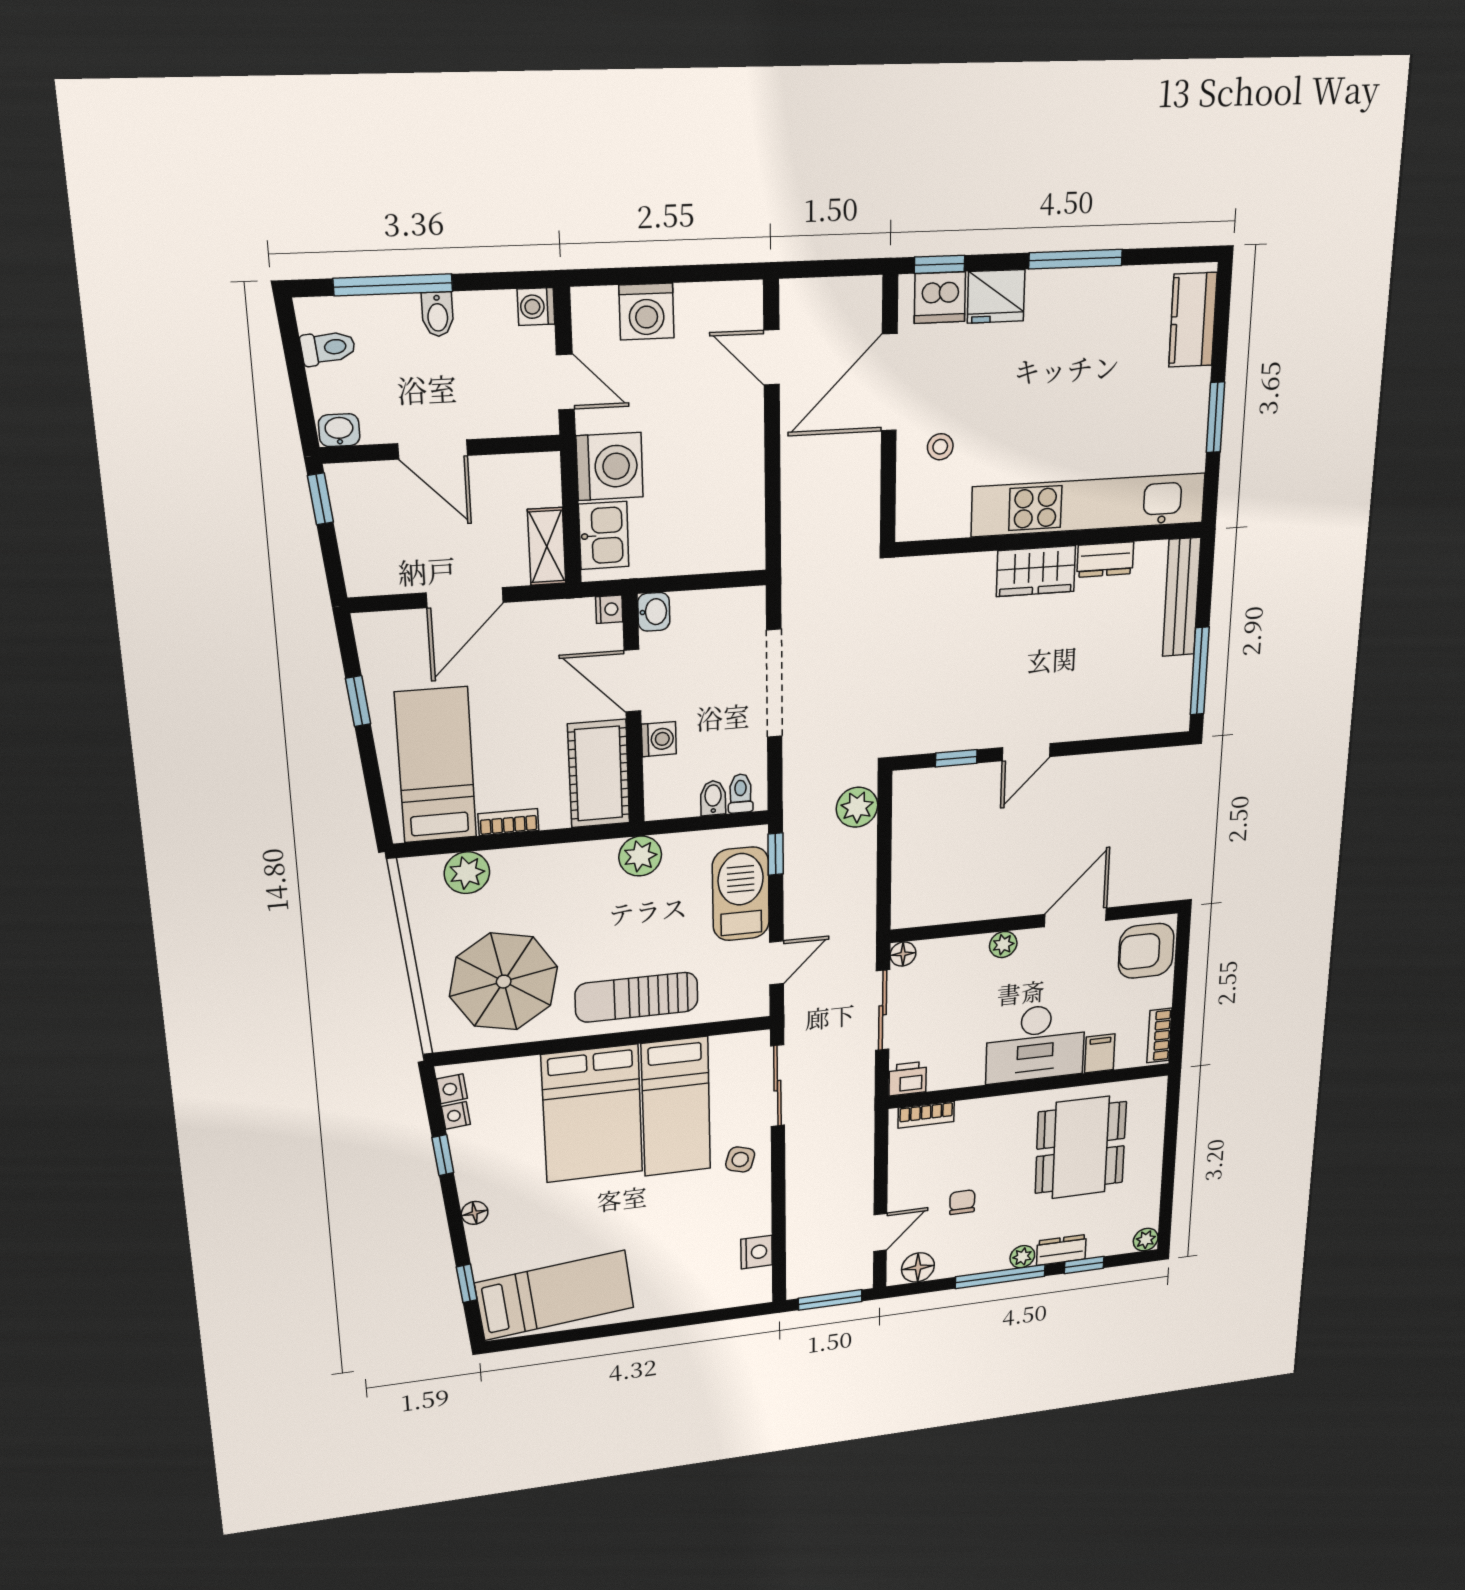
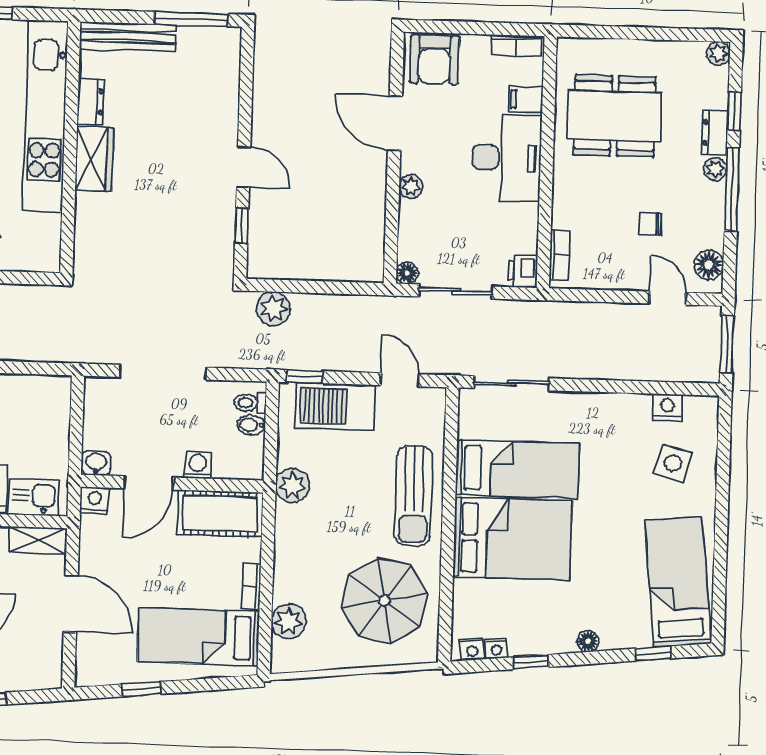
nightstand: (609, 609) -> (95, 500), width x1.39, depth x1.35
side table: (740, 1159) -> (673, 463), moved, width x1.37, depth x1.37

